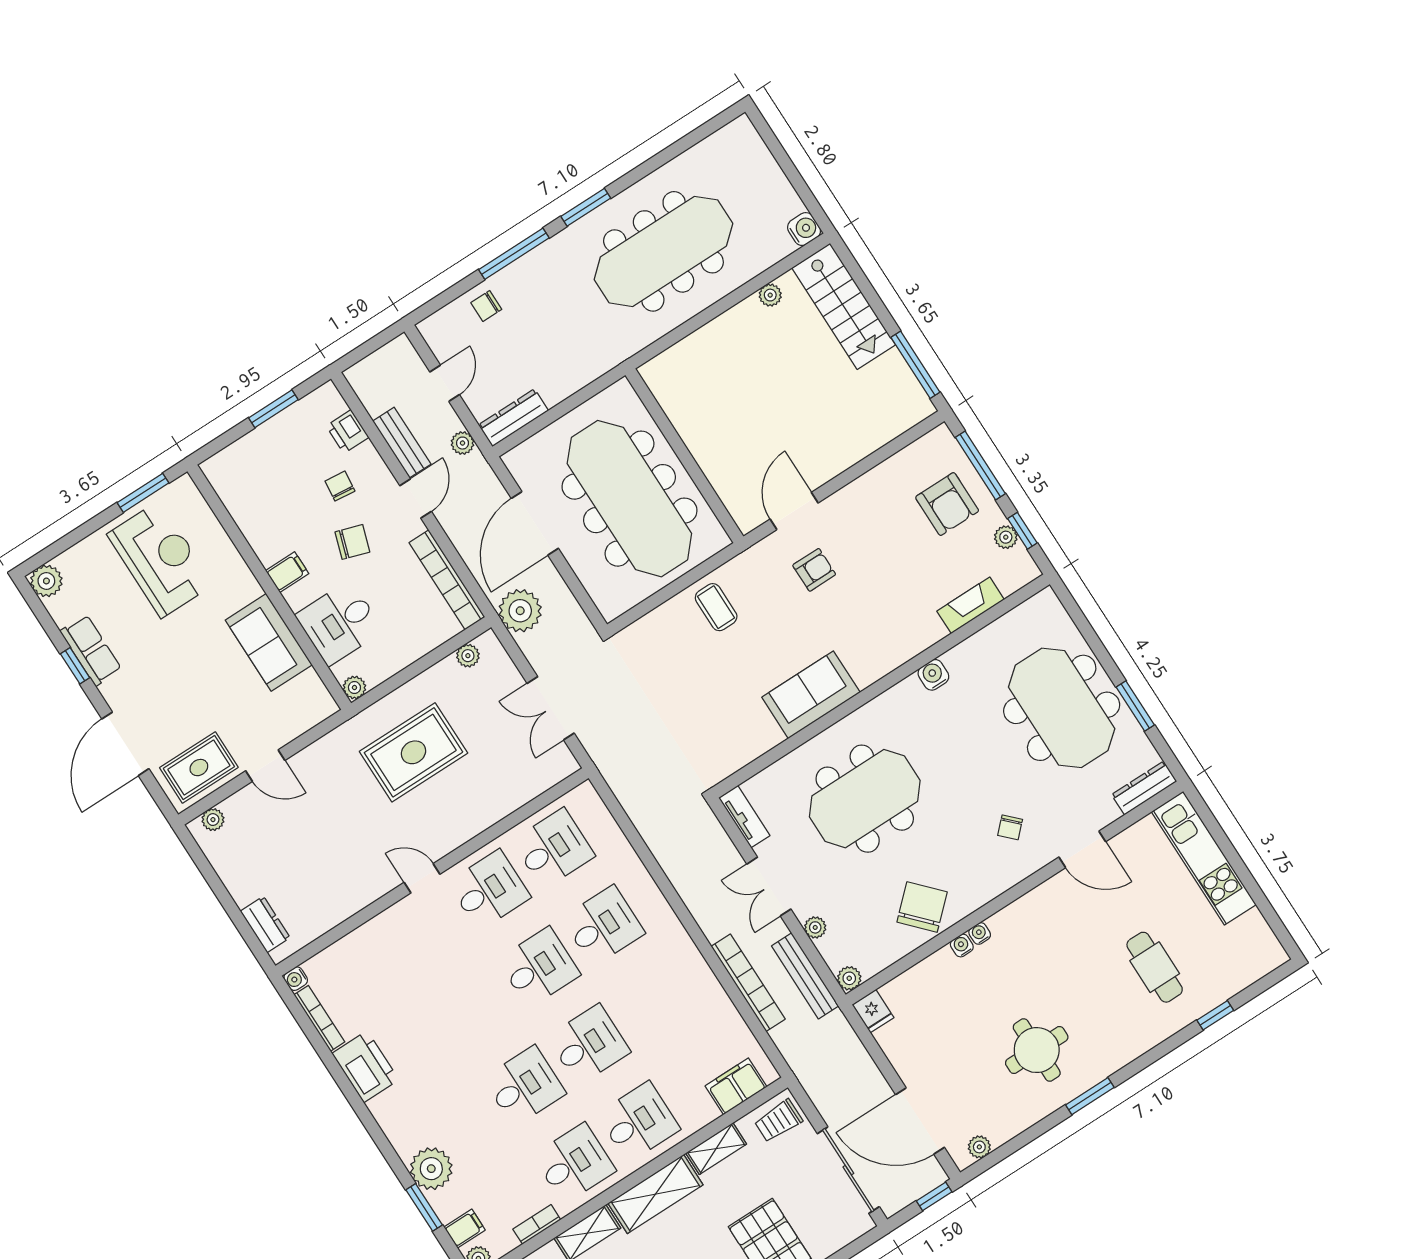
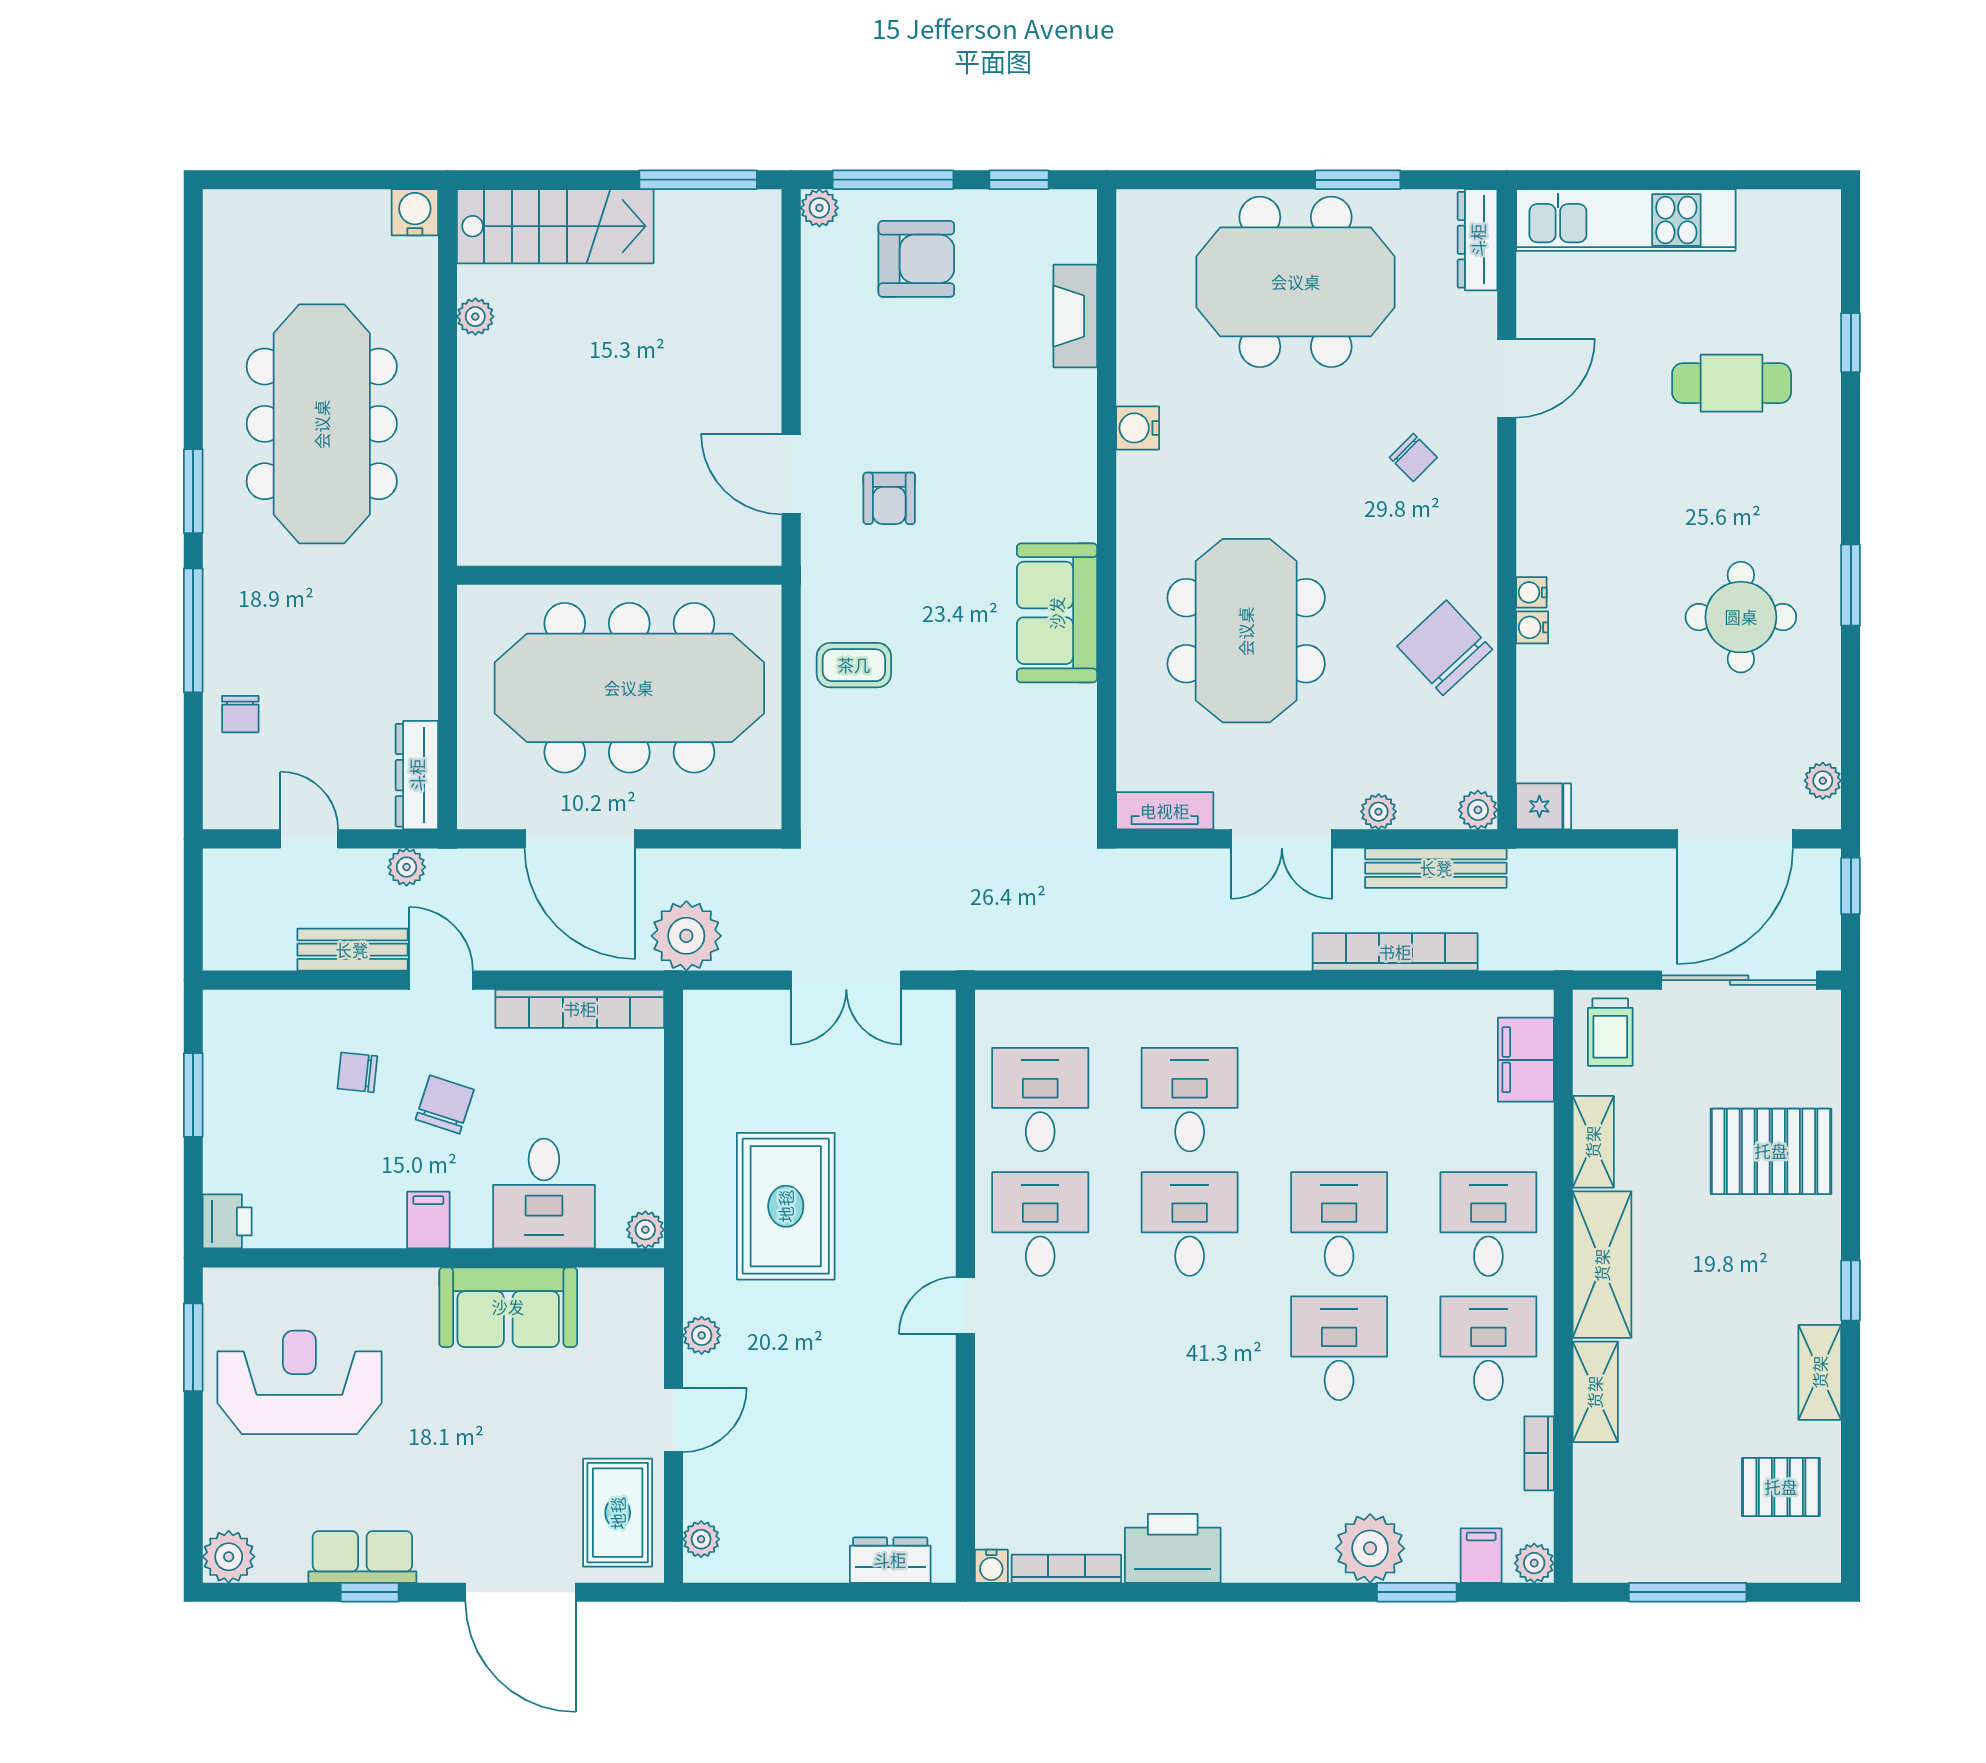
printer: (347, 432) -> (227, 1221), moved, turned -90
plant: (1006, 537) -> (819, 208), moved
armchair: (814, 570) -> (889, 498), turned 180
plant: (468, 656) -> (702, 1335), moved

